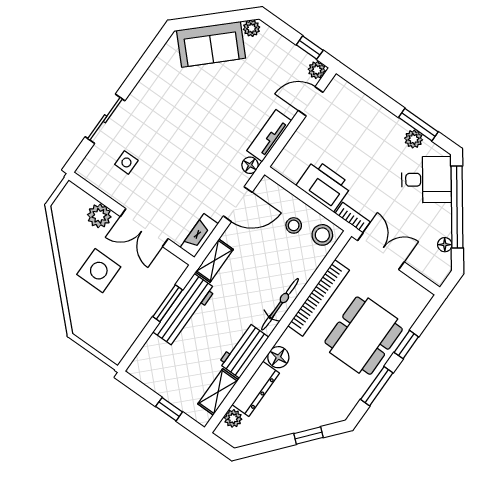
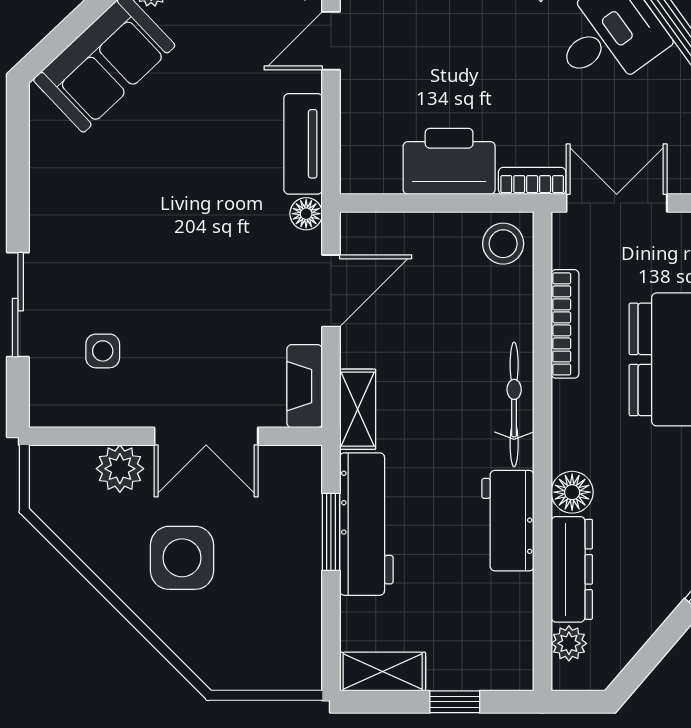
stool: (294, 225) -> (446, 261), removed
bookcase: (319, 298) -> (565, 324), width x0.68, depth x0.76
shelving: (218, 392) -> (383, 672), moved, turned 90

